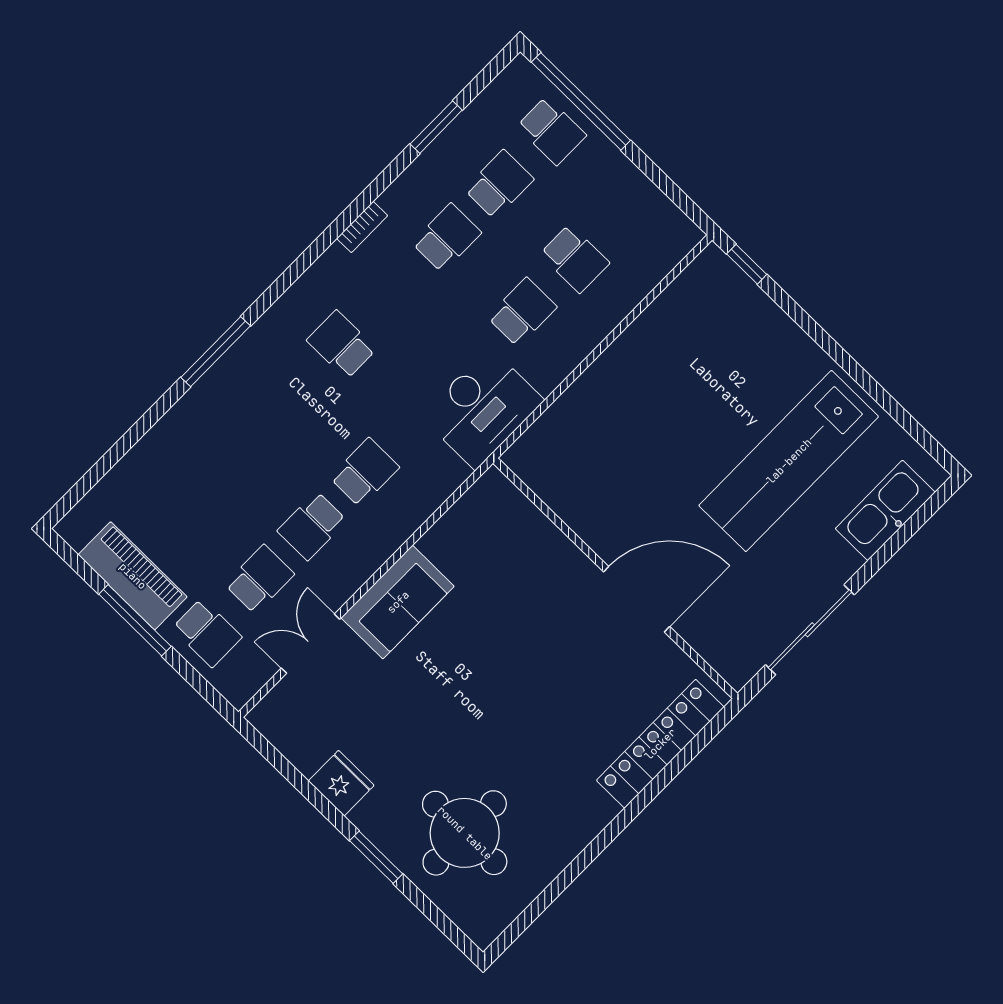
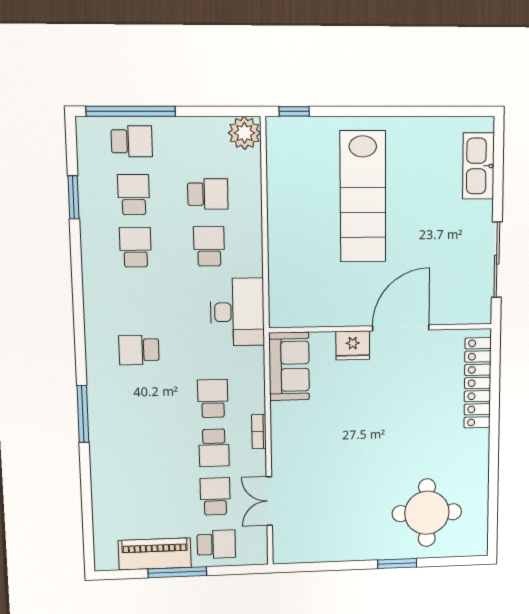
bookcase: (362, 227) -> (259, 431), moved, turned 180
plant: (674, 235) -> (244, 133), added
lab bench: (789, 461) -> (363, 197), moved
sofa: (398, 602) -> (289, 366), moved
fridge: (341, 783) -> (353, 345), moved, turned 180

